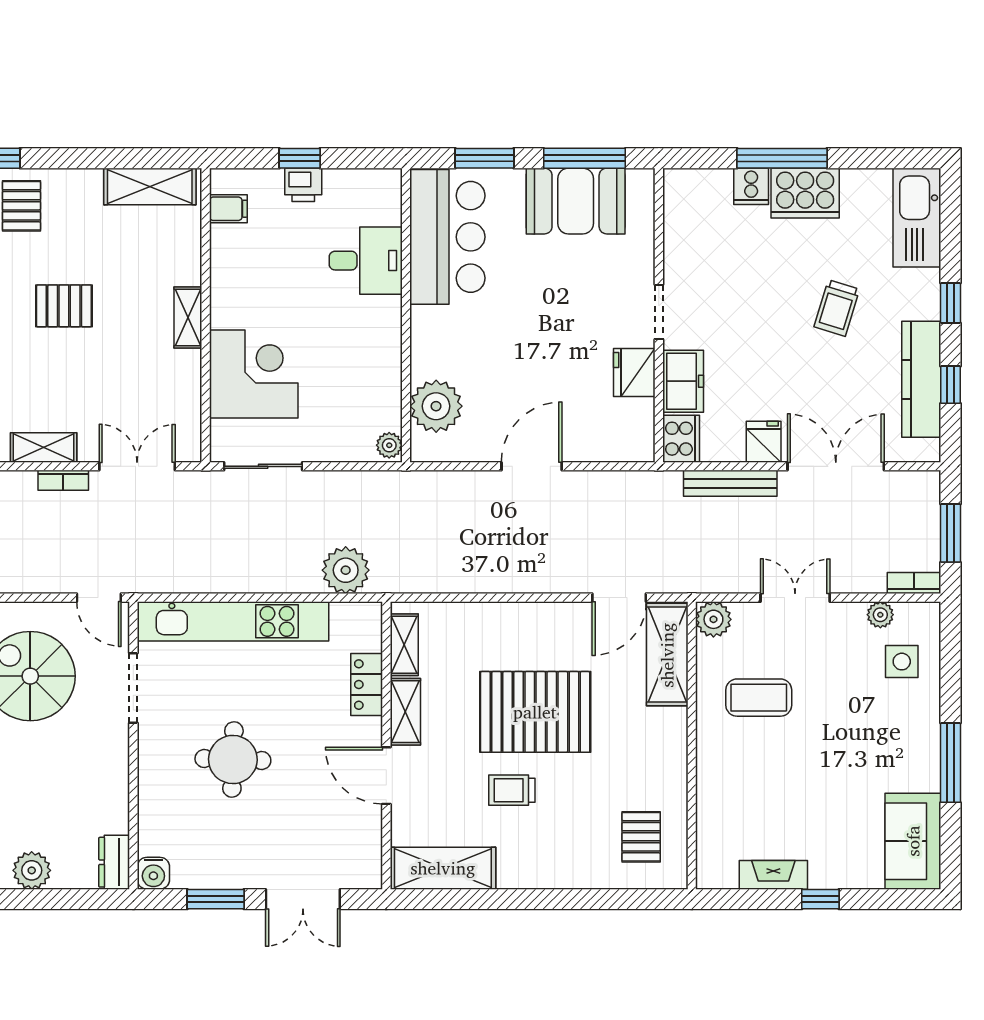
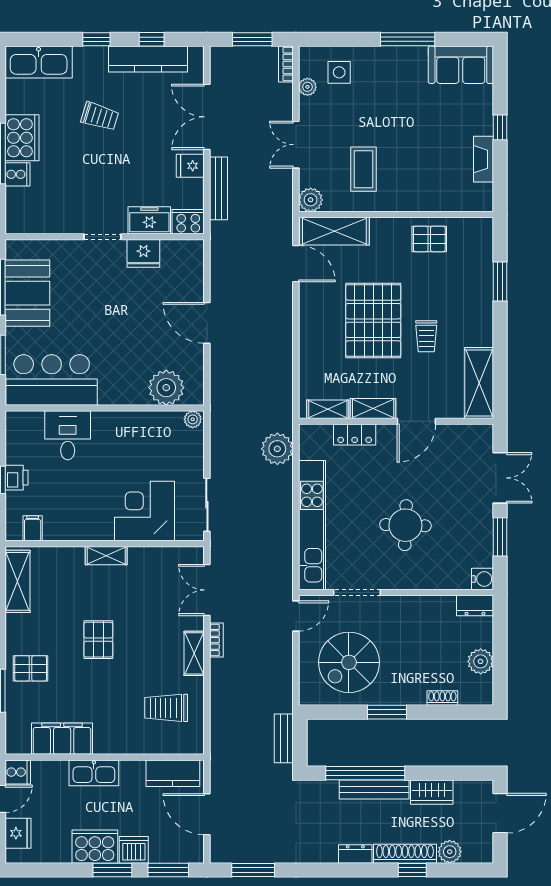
pallet: (641, 837) -> (429, 239), moved
window: (593, 899) -> (500, 281), added

